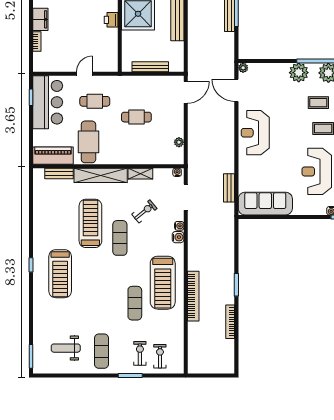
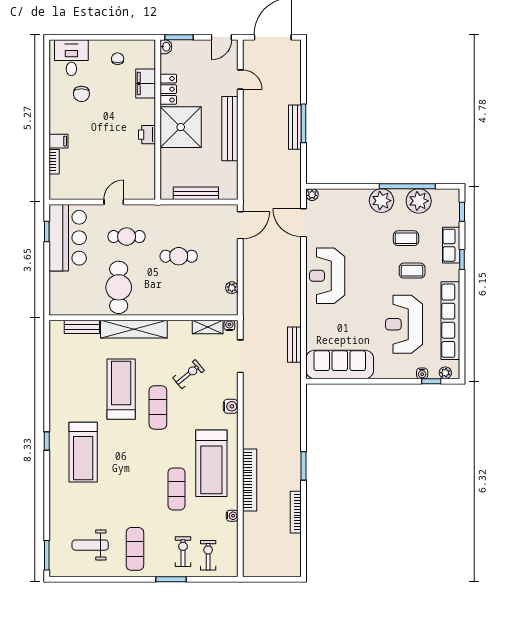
filing cabinet: (40, 19) -> (59, 141), width x0.50
piano: (53, 156) -> (74, 304), removed
shelving: (140, 174) -> (208, 327), moved
water cooler: (179, 226) -> (232, 516), moved

